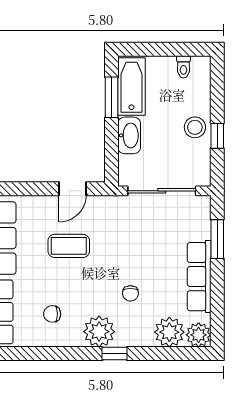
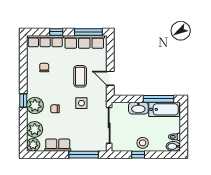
bidet: (201, 69) -> (173, 146), added
window: (112, 97) -> (158, 99), width x1.44
window: (217, 239) -> (84, 155), width x1.44
side table: (120, 243) -> (81, 103), added
row of seats: (199, 277) -> (58, 145), width x0.68
plant: (99, 332) -> (35, 105), moved

